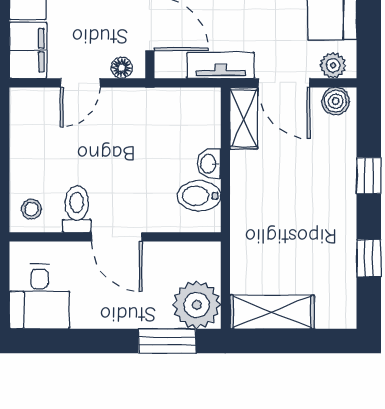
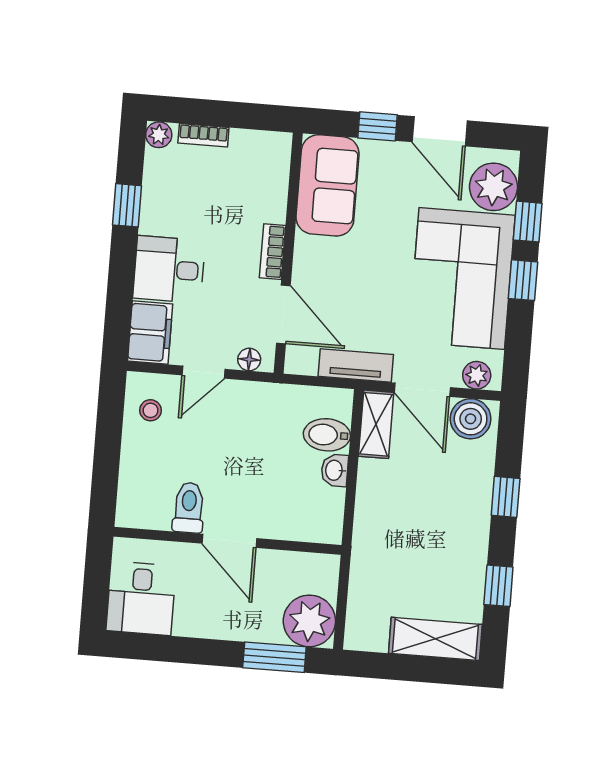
boiler: (336, 101) -> (471, 419), width x1.36, depth x1.36
bidet: (199, 196) -> (327, 435), moved
stool: (31, 209) -> (151, 410), moved
shelving: (272, 312) -> (435, 639), moved

